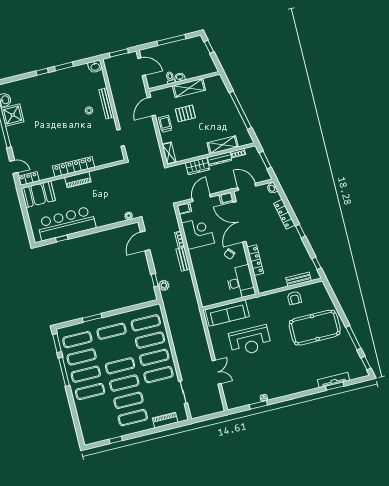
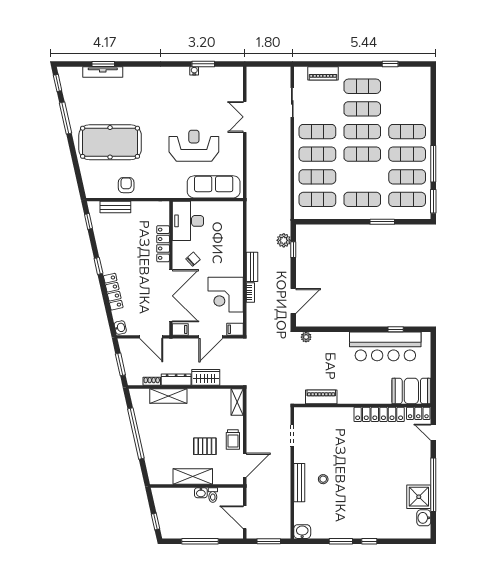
locker: (73, 167) -> (379, 414), moved
piano: (78, 180) -> (321, 397), moved

